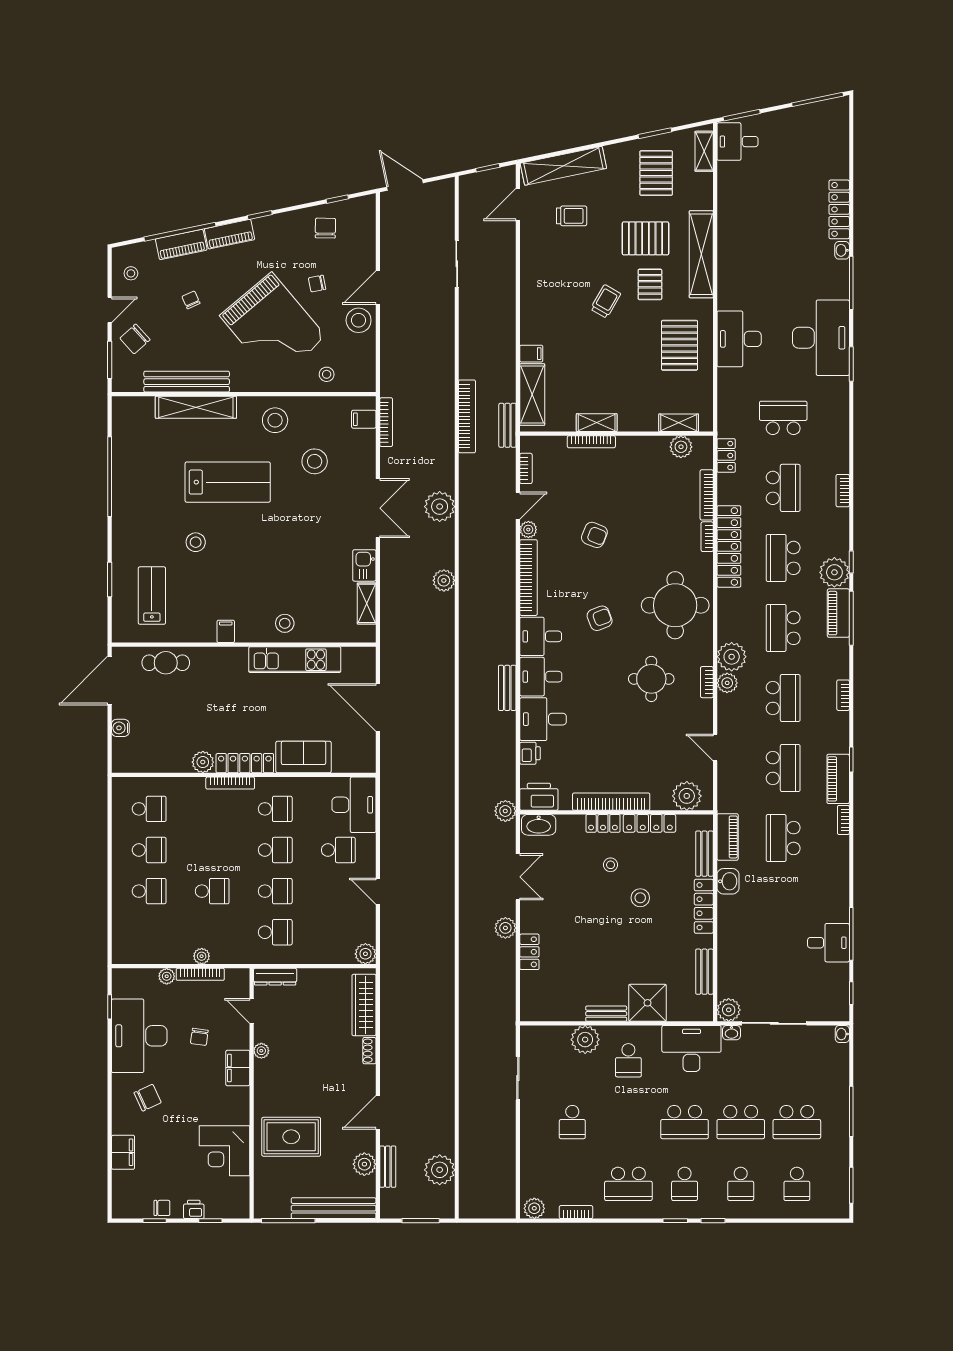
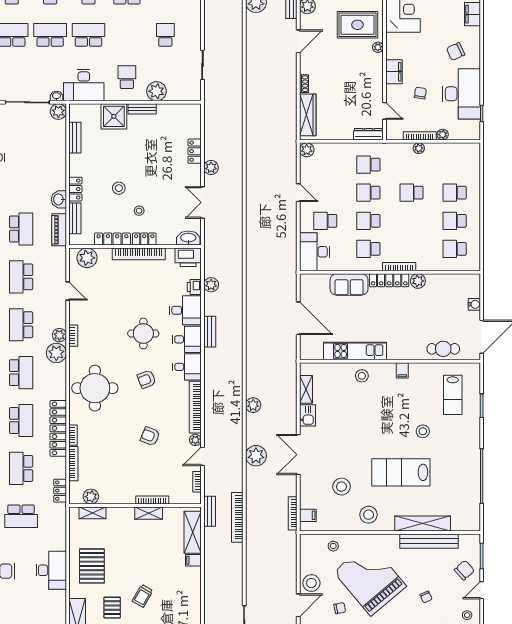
round table: (651, 679) -> (143, 333), moved
plant: (505, 811) -> (211, 285), moved
locker: (704, 906) -> (75, 189), width x0.66
plant: (261, 1051) -> (378, 47), moved

